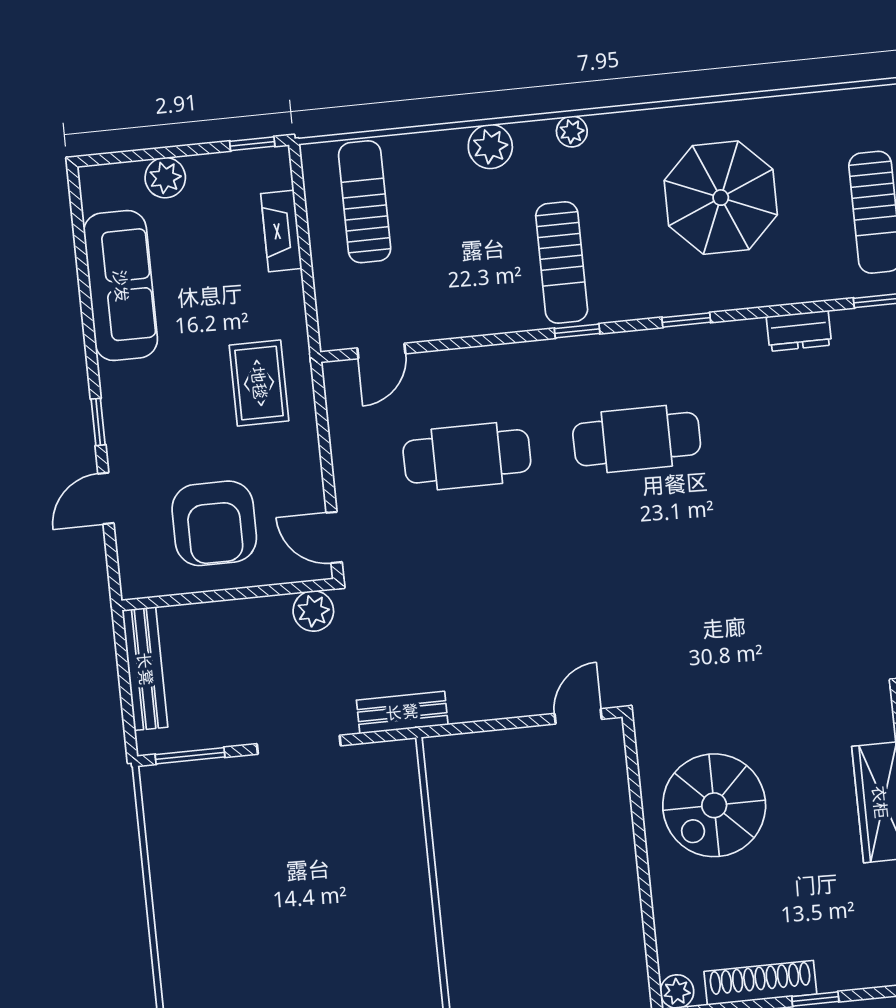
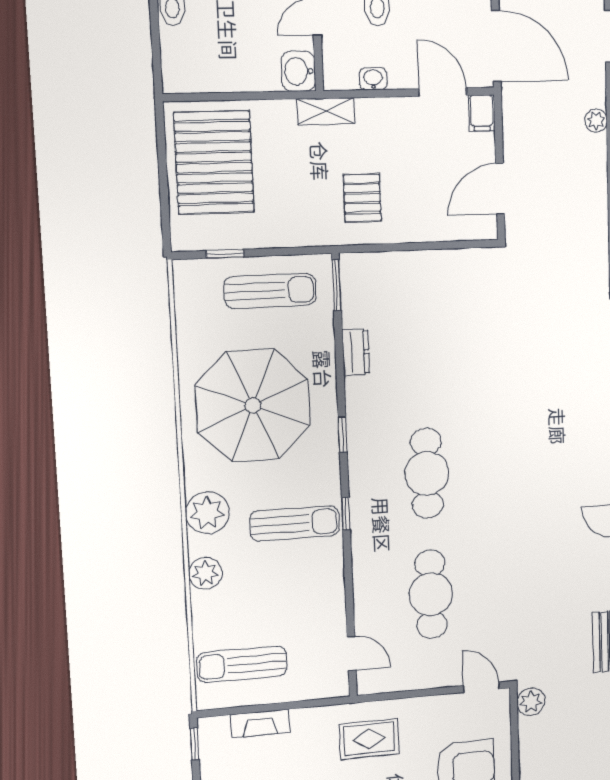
plant: (572, 132) -> (207, 513), width x1.87, depth x1.87
parasol: (721, 198) -> (253, 405), width x1.36, depth x1.36
door: (334, 537) -> (481, 687), swing flipped

